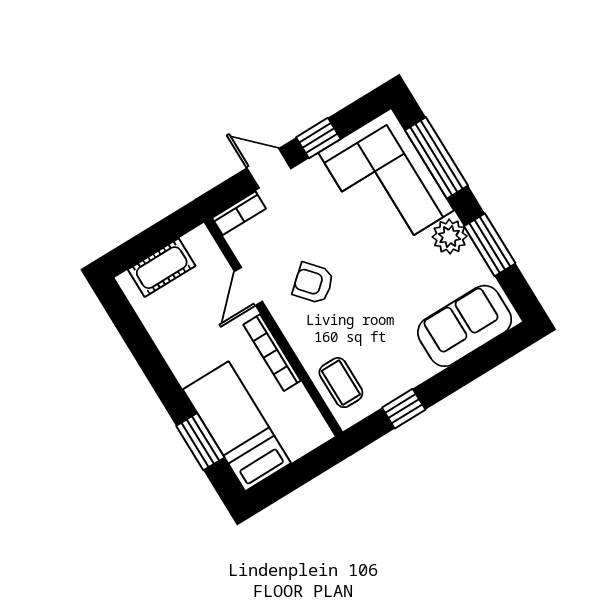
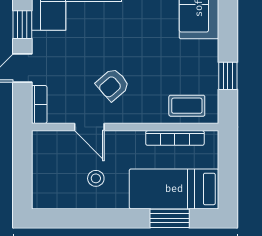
cot: (162, 268) -> (44, 175), removed
stool: (194, 330) -> (96, 178), added
bookcase: (272, 353) -> (175, 138), moved

